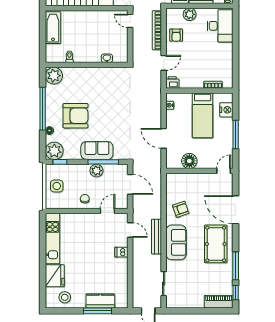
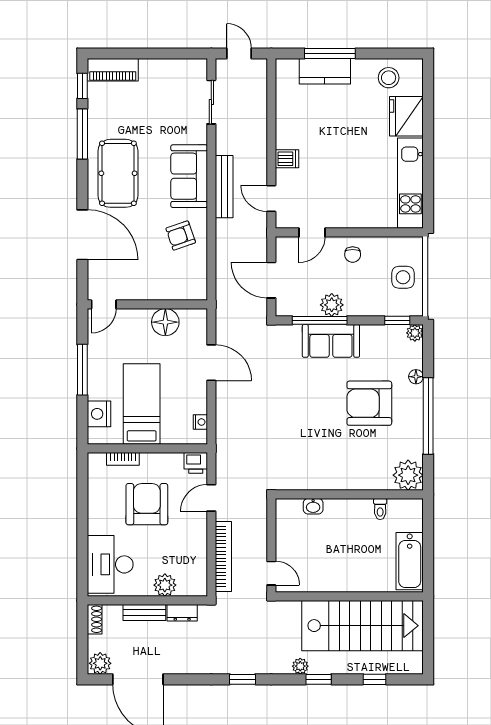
armchair: (176, 35) -> (147, 504), moved, width x1.88, depth x1.88
plant: (54, 151) -> (415, 333), width x0.53, depth x0.53

